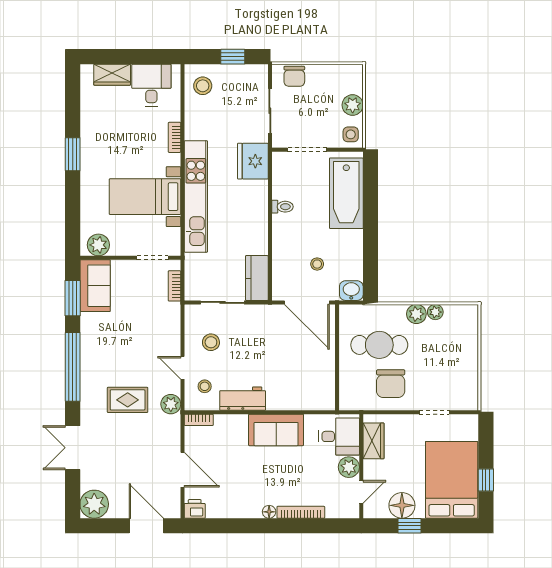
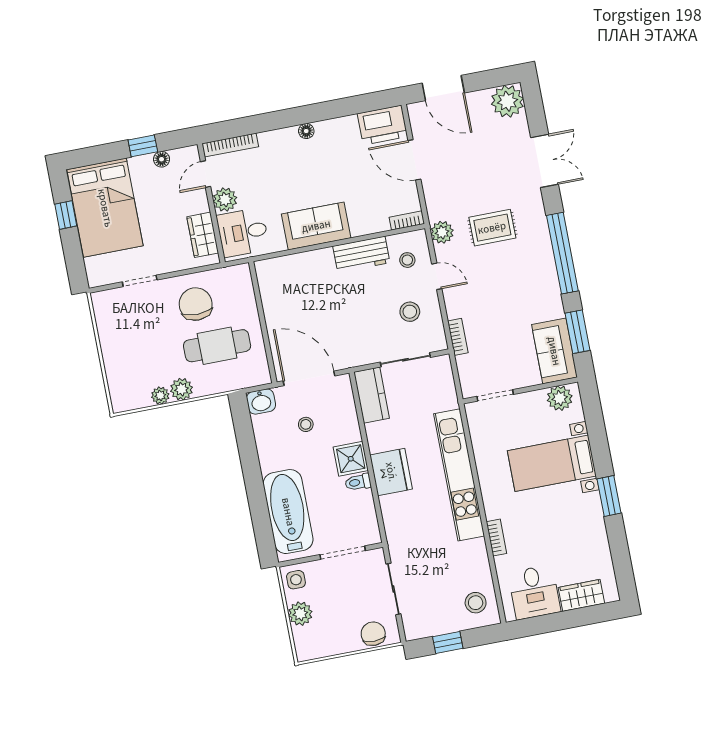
fridge: (253, 161) -> (391, 472), moved
bed with nightstands: (145, 197) -> (552, 463), moved, turned 180
shower: (285, 228) -> (351, 459), added
bookcase: (174, 286) -> (458, 337), moved
floor lamp: (402, 505) -> (162, 159), width x0.53, depth x0.53
printer: (195, 509) -> (382, 125), width x1.87, depth x1.48
bookcase: (301, 512) -> (230, 145), moved

